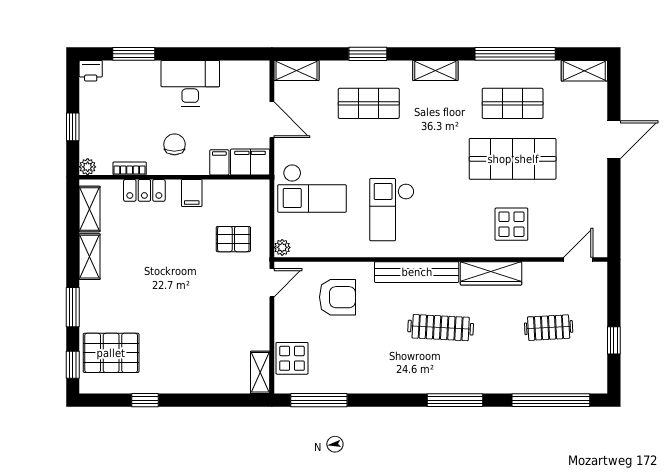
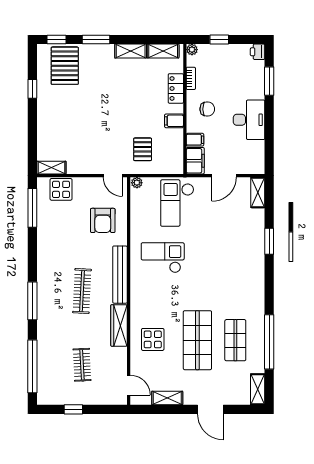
shelving: (435, 70) -> (167, 398), moved, turned 90
shop shelf: (369, 103) -> (235, 242), removed

